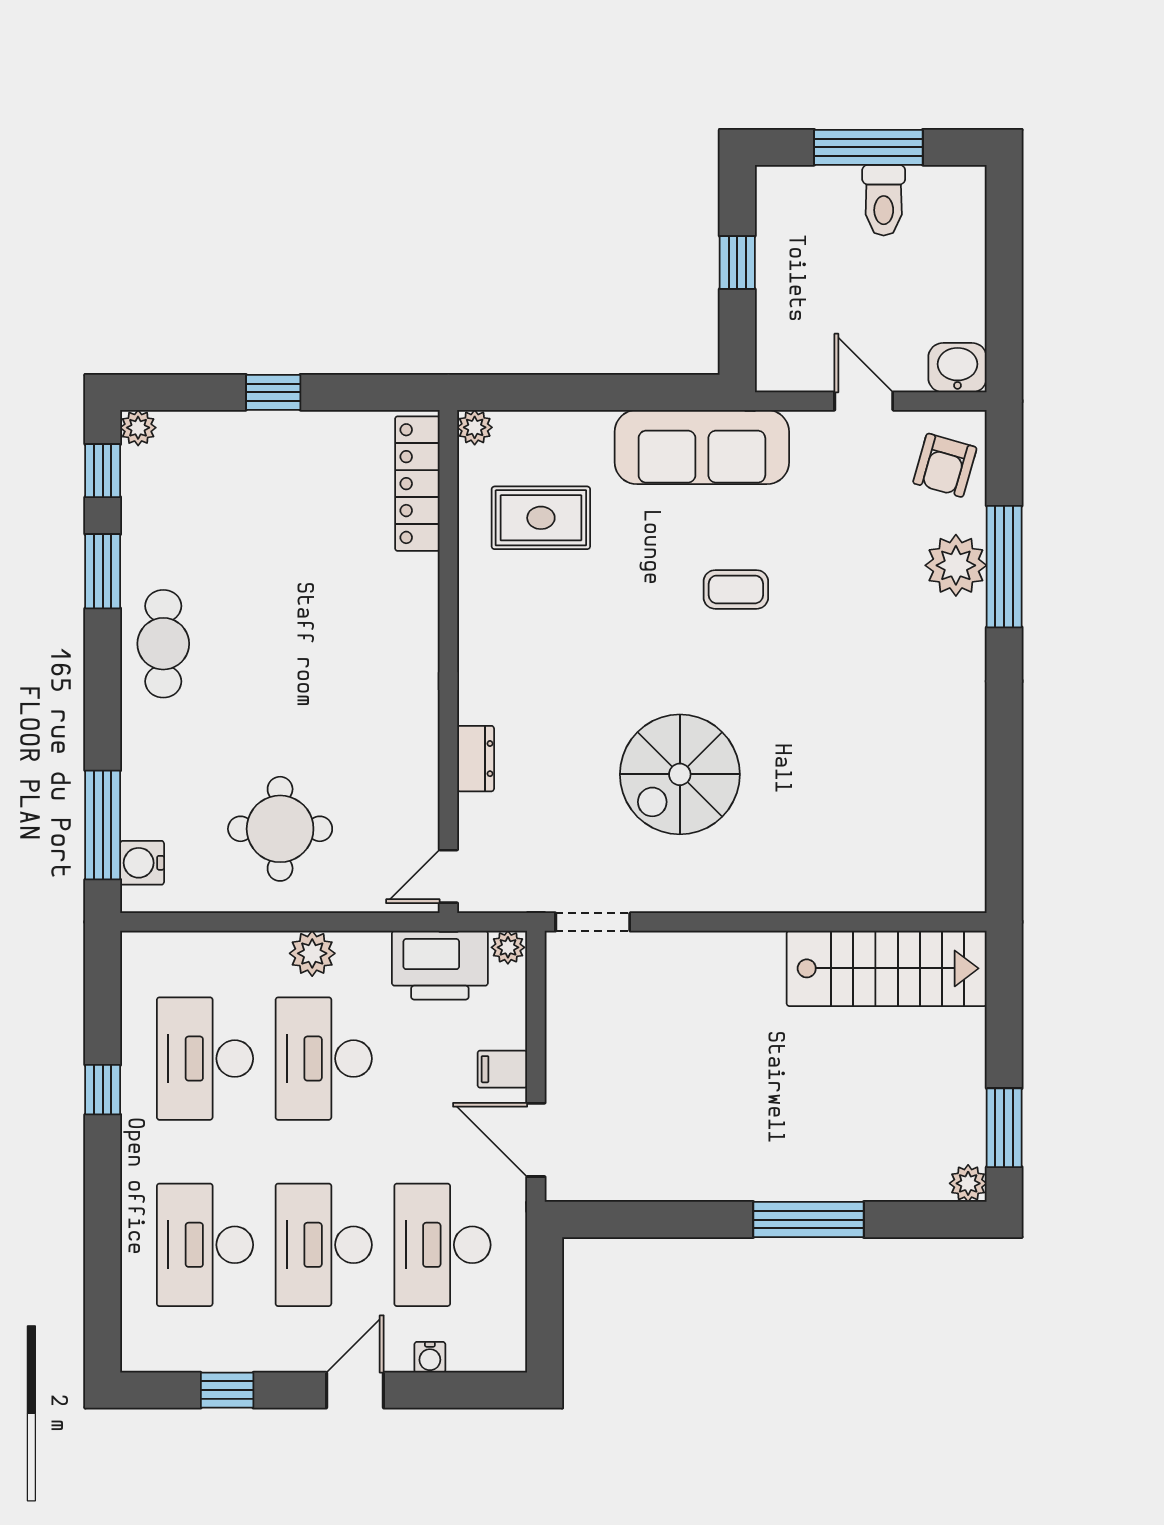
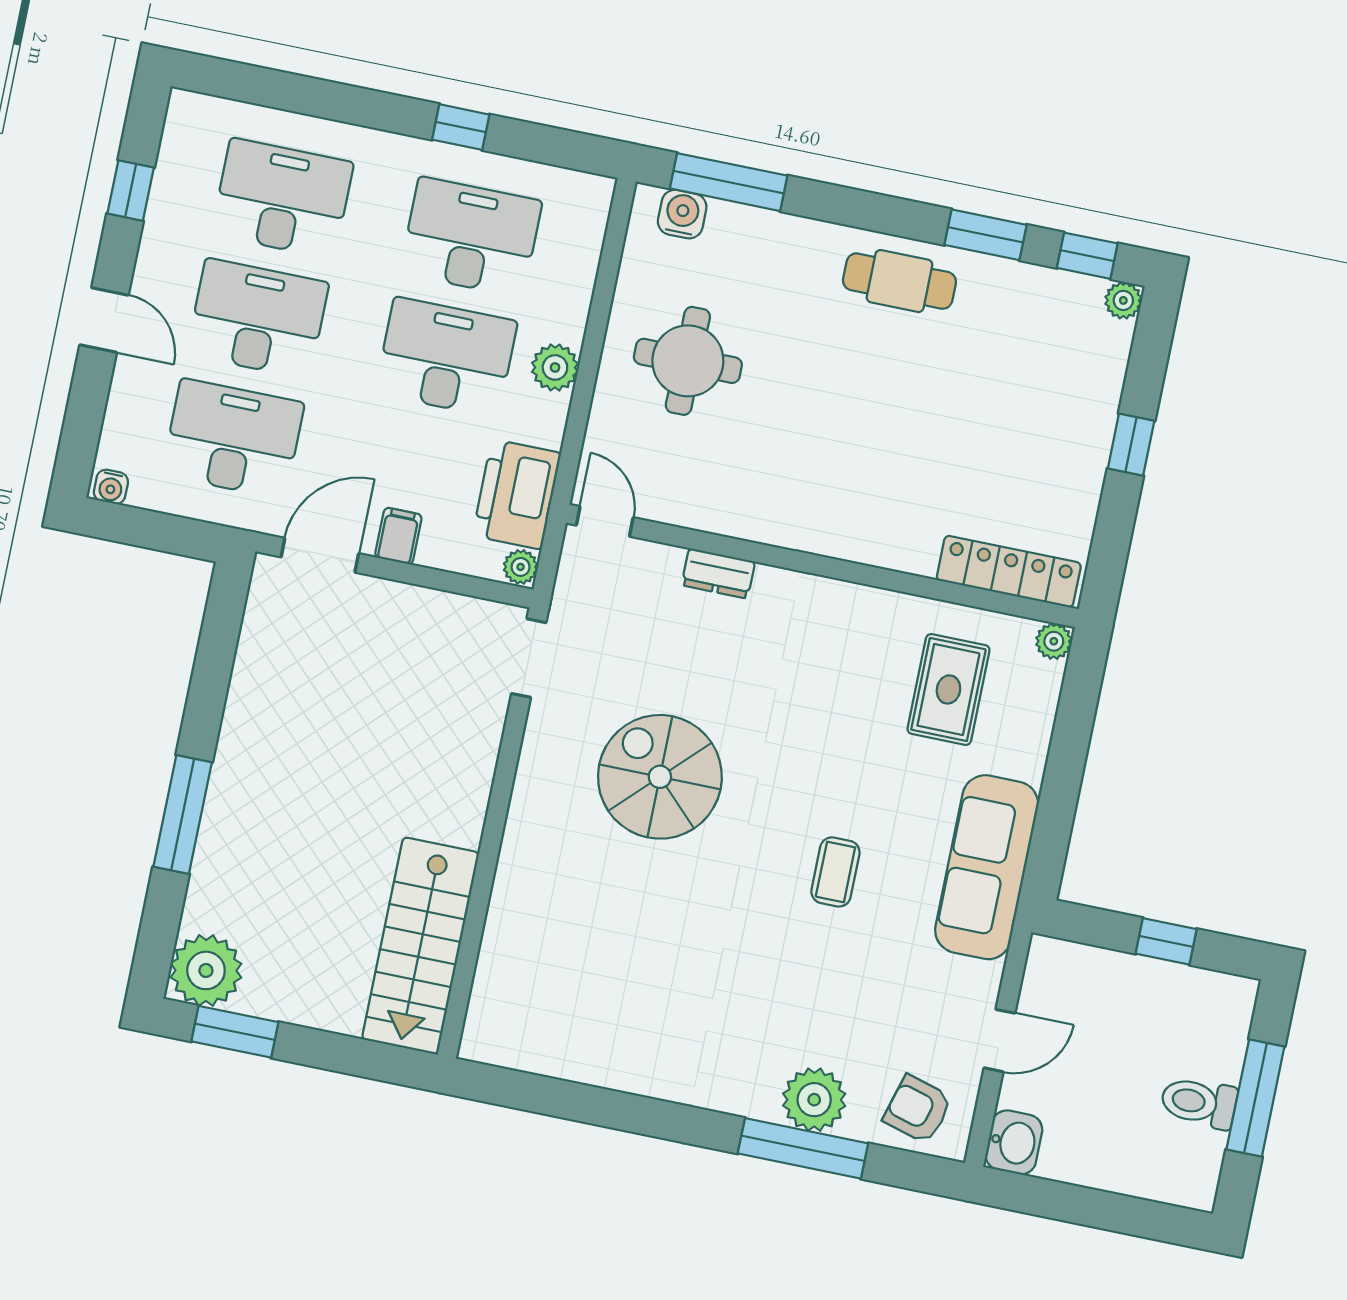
plant: (968, 1183) -> (206, 970), width x1.87, depth x1.87
water cooler: (430, 1357) -> (111, 487), moved, turned -90

